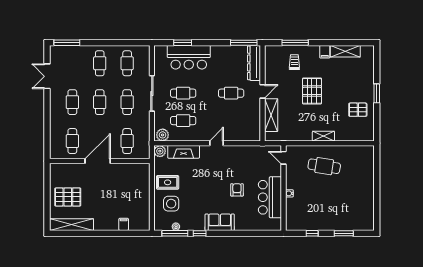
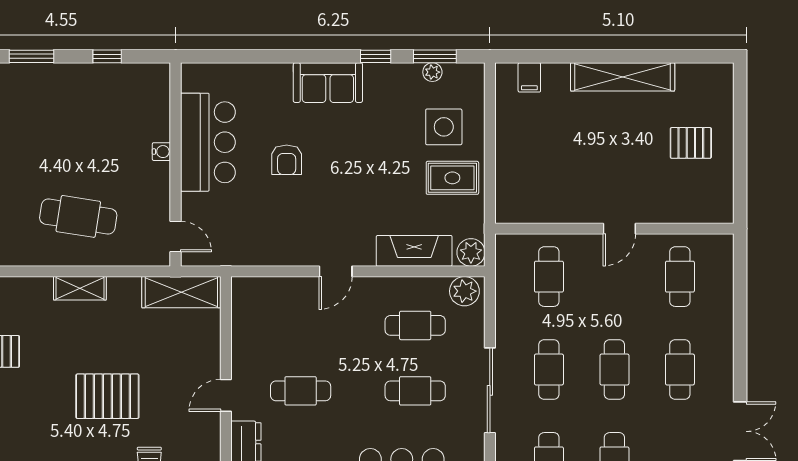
pallet: (312, 91) -> (107, 396), turned 90
shelving: (271, 115) -> (181, 292), moved, turned 90
door: (98, 161) -> (619, 229), width x0.53
pallet: (68, 197) -> (691, 143), width x0.67, depth x0.71
filing cabinet: (124, 224) -> (529, 77), moved
shelving: (72, 225) -> (623, 77), moved
window: (175, 233) -> (435, 56), width x0.69

